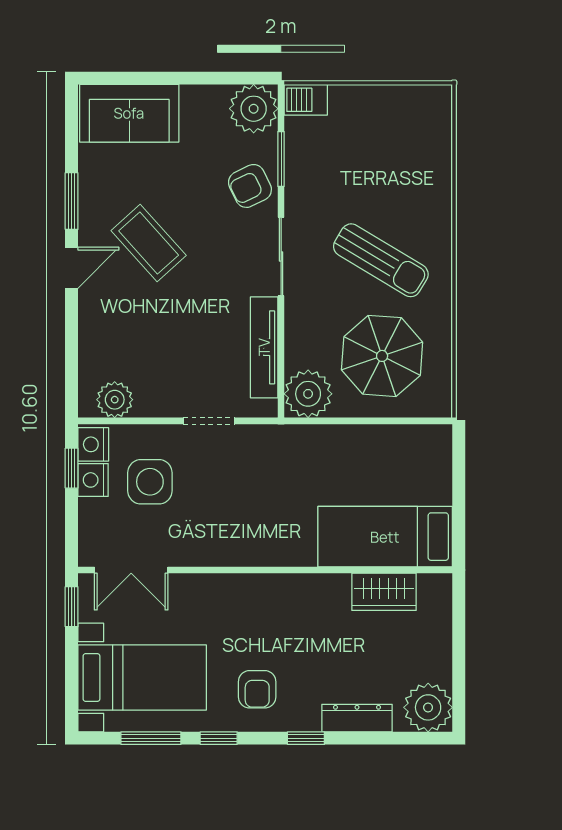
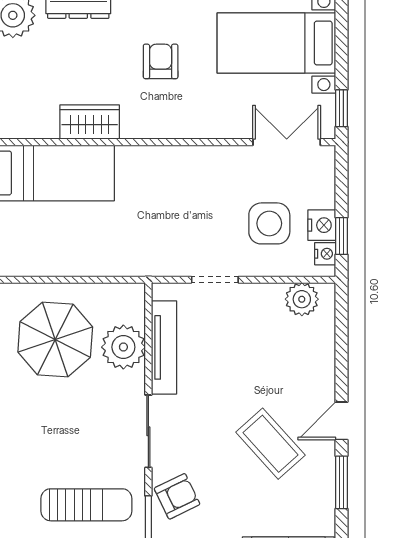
sun lounger: (381, 260) -> (86, 505), moved, turned 149
plant: (308, 394) -> (123, 347), moved
nightstand: (93, 444) -> (325, 254), width x0.72, depth x0.74
wardrobe: (384, 592) -> (90, 122), moved
armchair: (257, 689) -> (161, 61), moved

